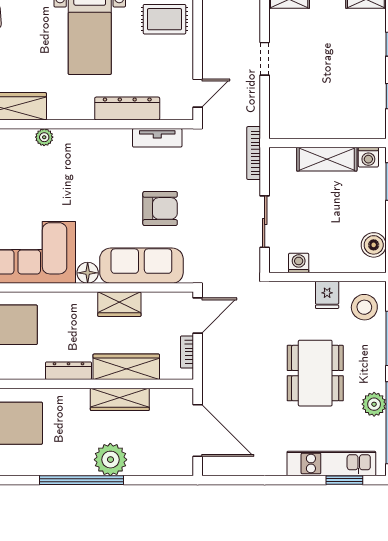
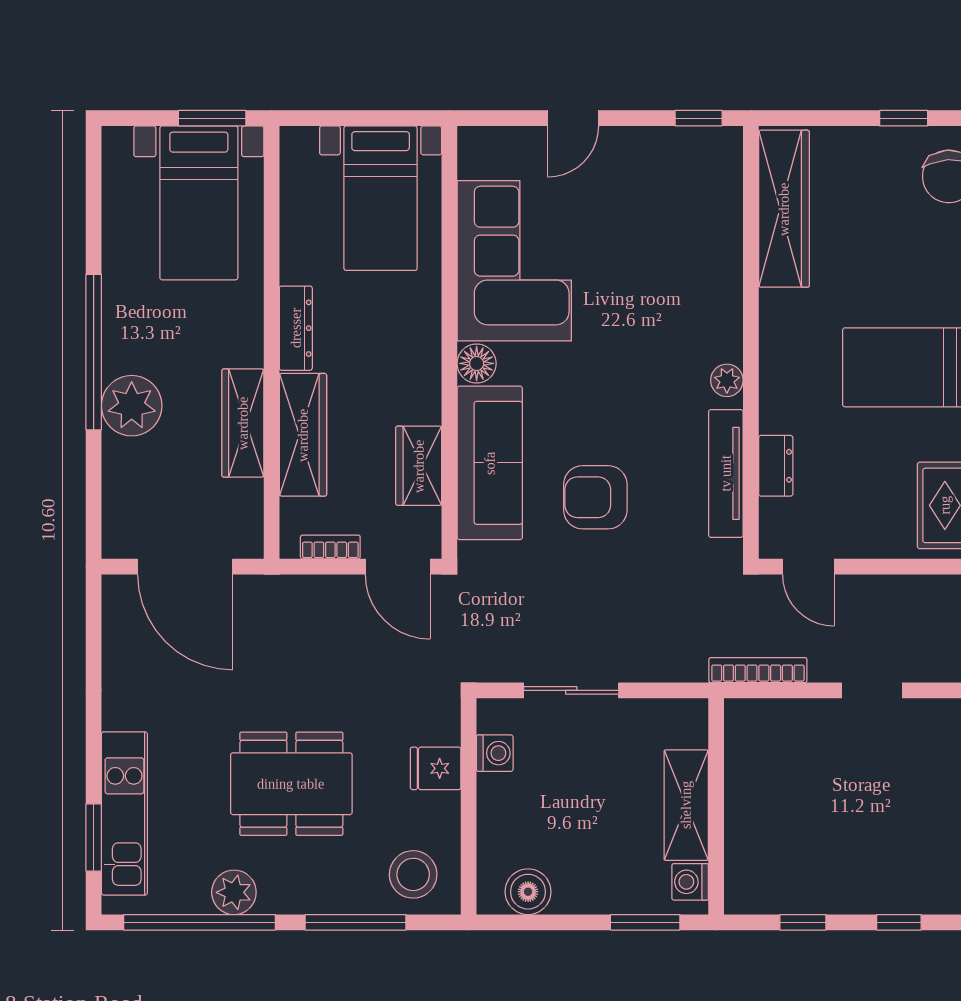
dresser: (127, 109) -> (776, 466), width x0.51, depth x0.80
plant: (44, 137) -> (727, 380), moved
tv unit: (157, 138) -> (726, 473), width x1.41
bookcase: (254, 153) -> (758, 670), moved
armchair: (160, 208) -> (595, 497), turned 90
fridge: (327, 295) -> (436, 768), moved
wardrobe: (119, 304) -> (419, 466), moved
door: (198, 431) -> (185, 567), hinge flipped

